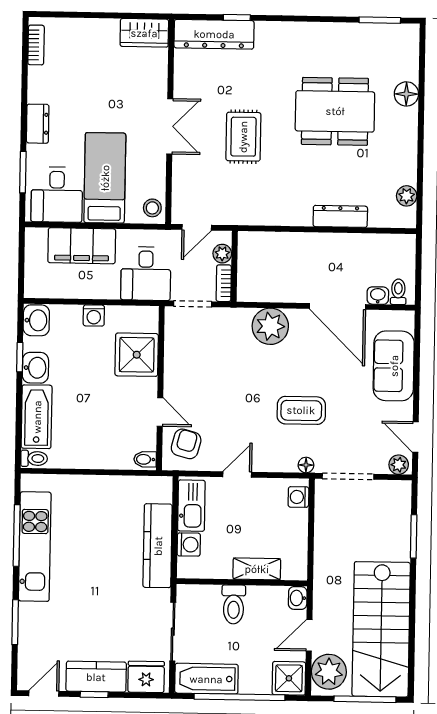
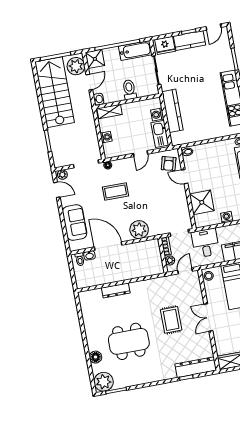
plant: (407, 196) -> (104, 382), moved, width x1.87, depth x1.87
washing machine: (298, 497) -> (106, 137), moved
shelving: (257, 569) -> (110, 112), moved

